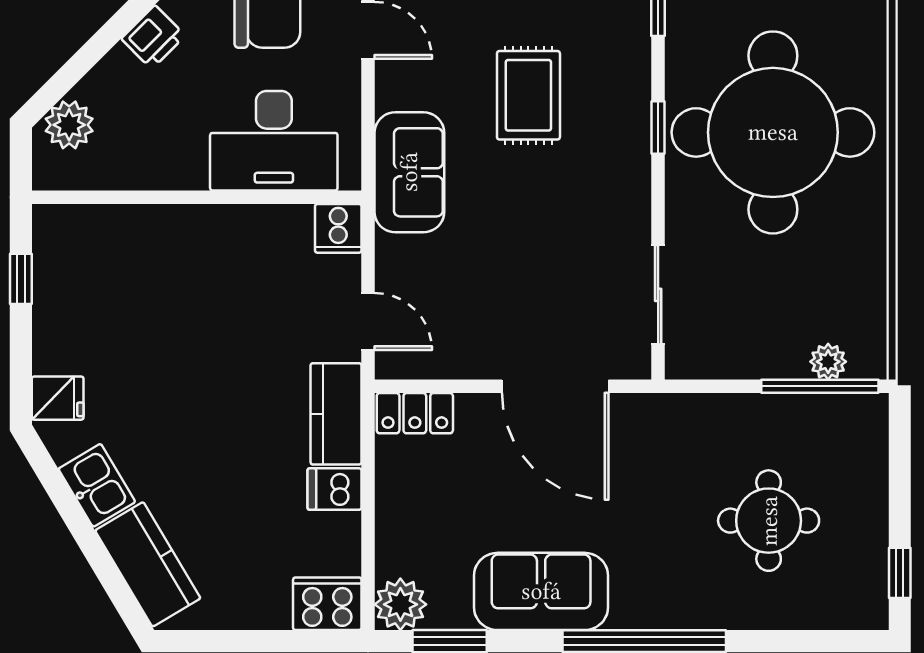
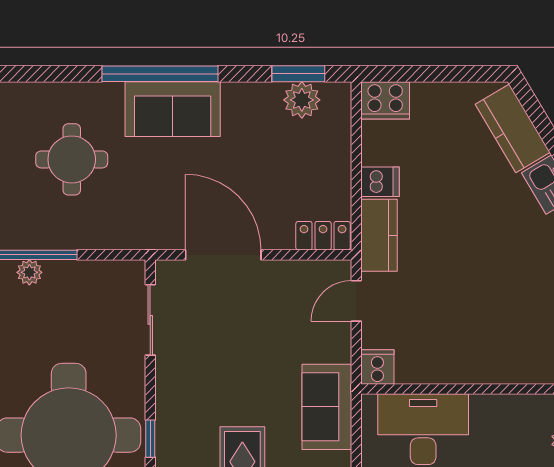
door: (368, 321) -> (356, 301), hinge flipped
sofa: (541, 591) -> (173, 109), moved
plant: (400, 604) -> (302, 100), moved

